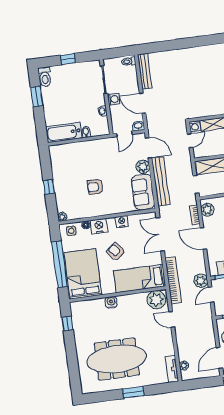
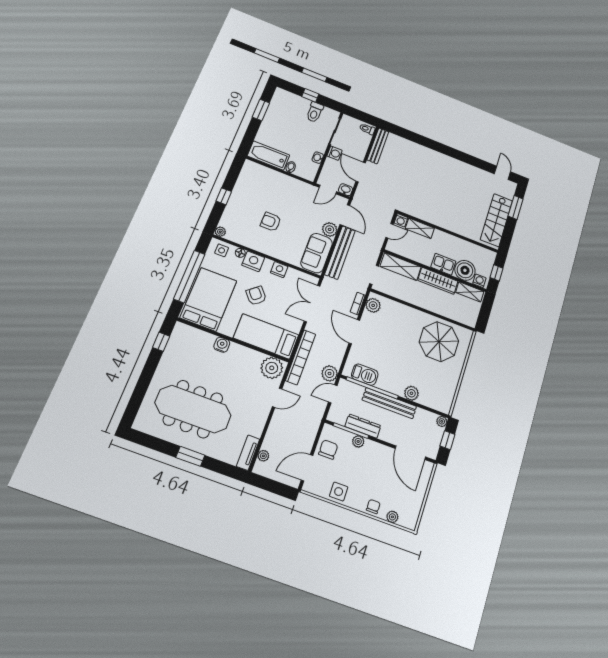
toilet: (45, 77) -> (315, 112), moved
door: (172, 319) -> (277, 398), swing flipped

